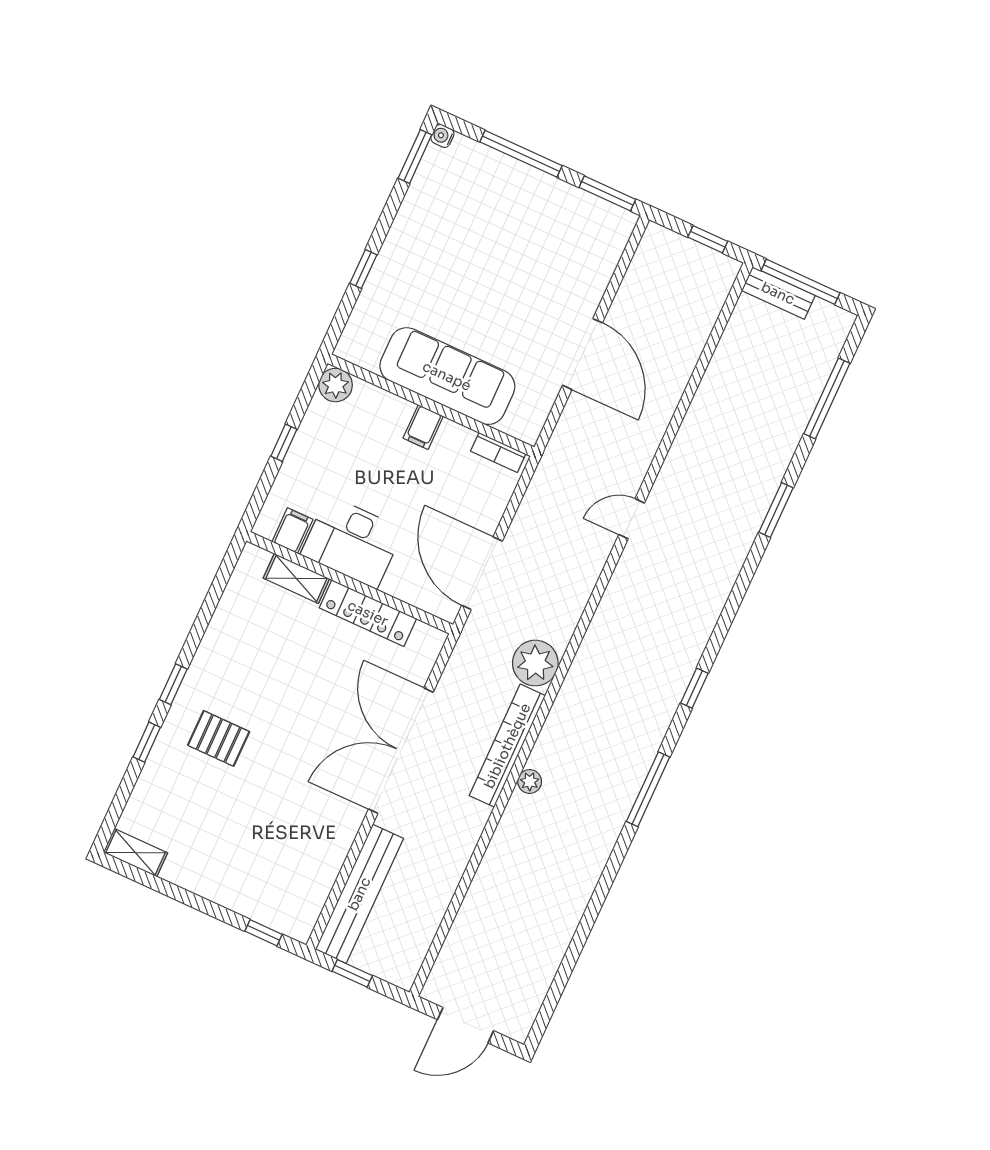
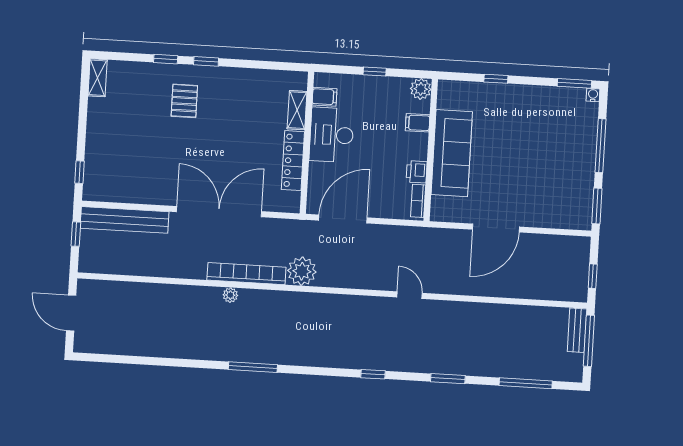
filing cabinet: (423, 427) -> (418, 123), moved
printer: (455, 438) -> (417, 172), added
window: (694, 688) -> (373, 374), moved

